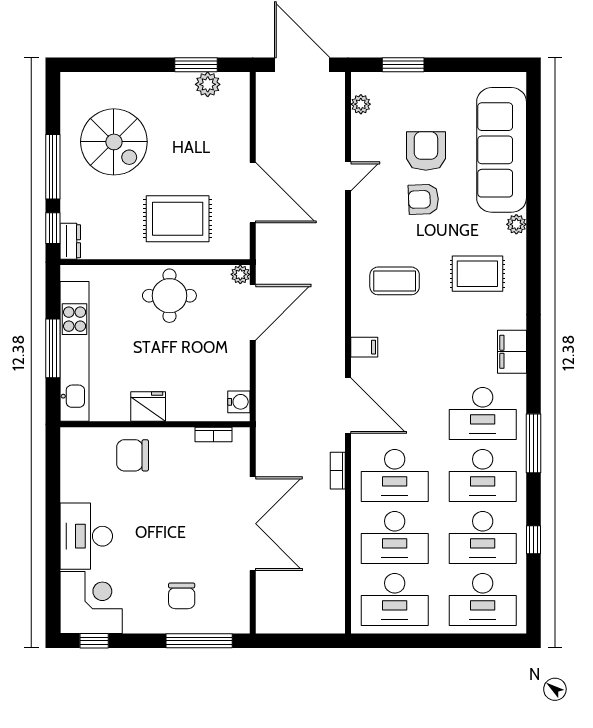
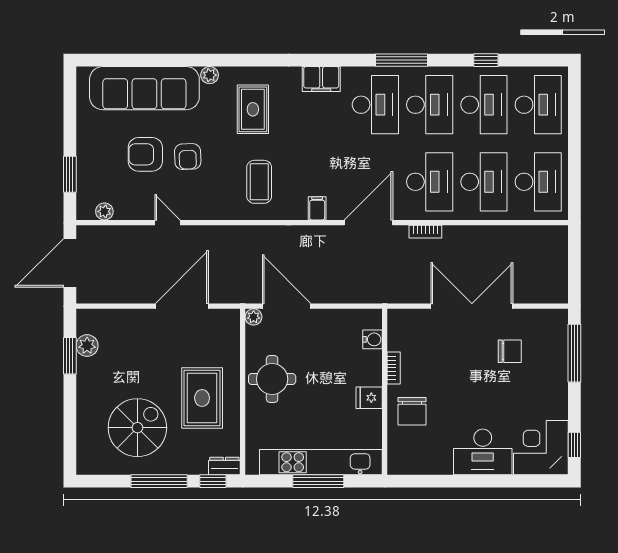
rug: (178, 219) -> (202, 398), moved
water cooler: (239, 402) -> (373, 339), moved, turned 90
fridge: (148, 407) -> (369, 398), width x0.72
bookcase: (214, 434) -> (394, 368), moved
chair: (182, 596) -> (510, 351), moved

